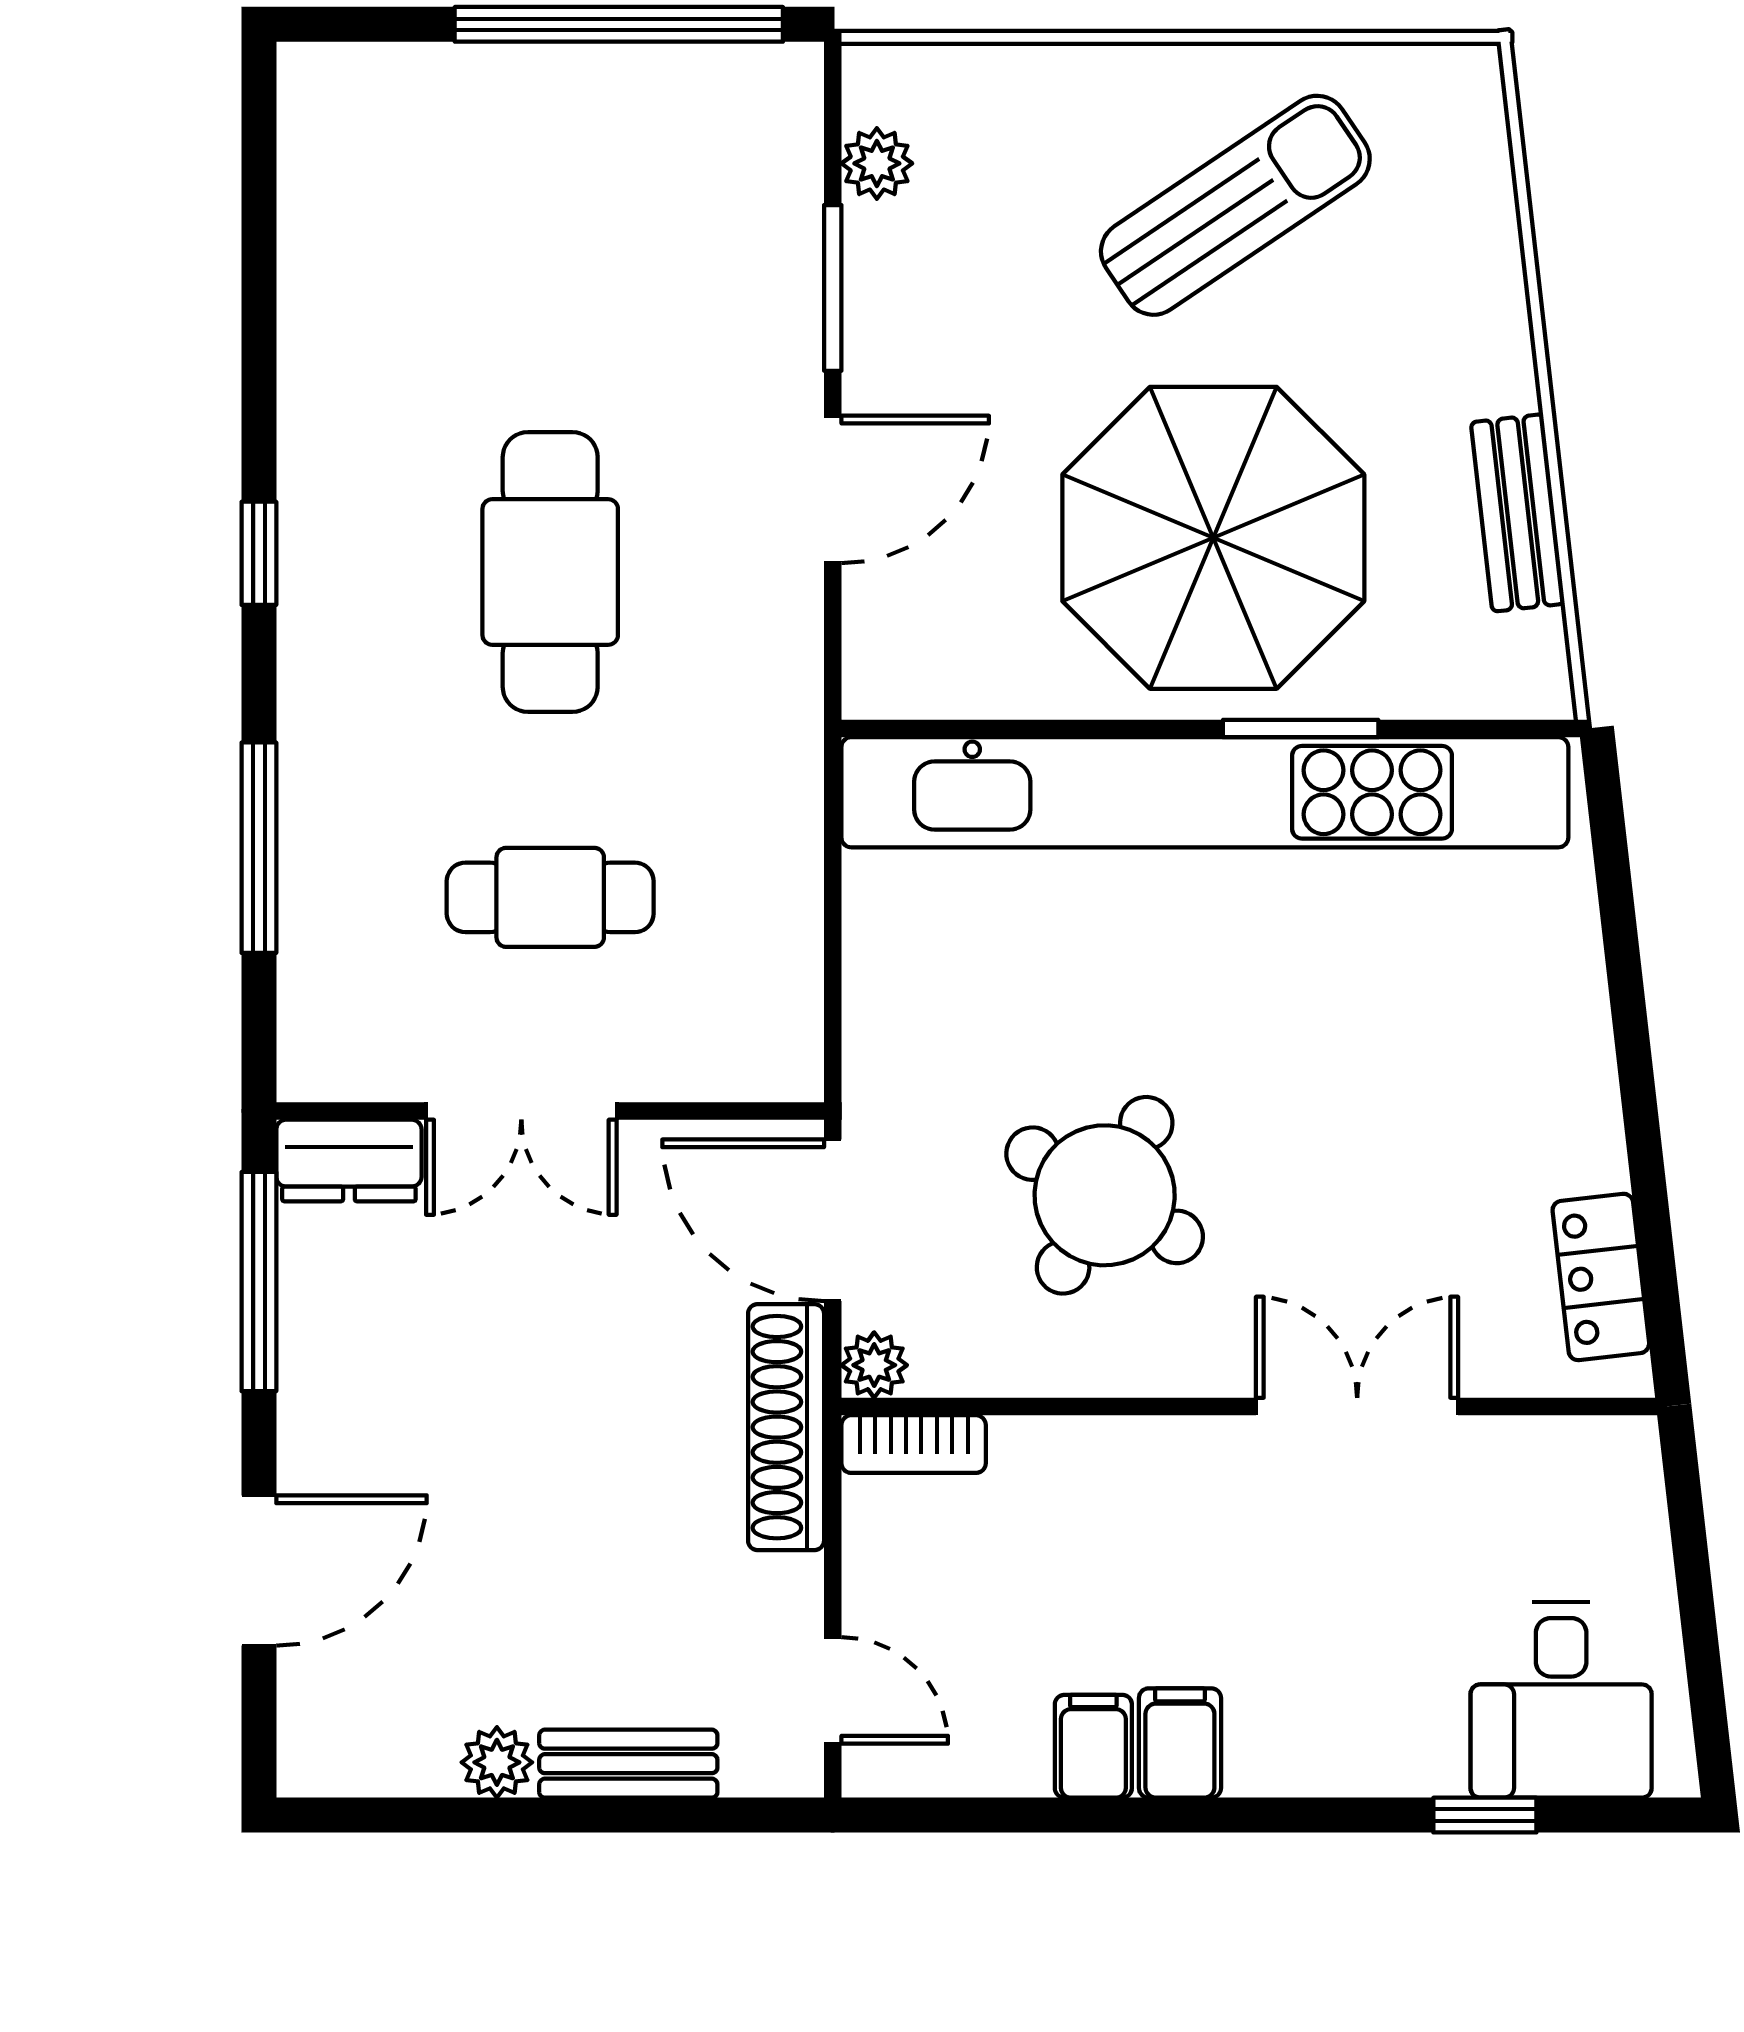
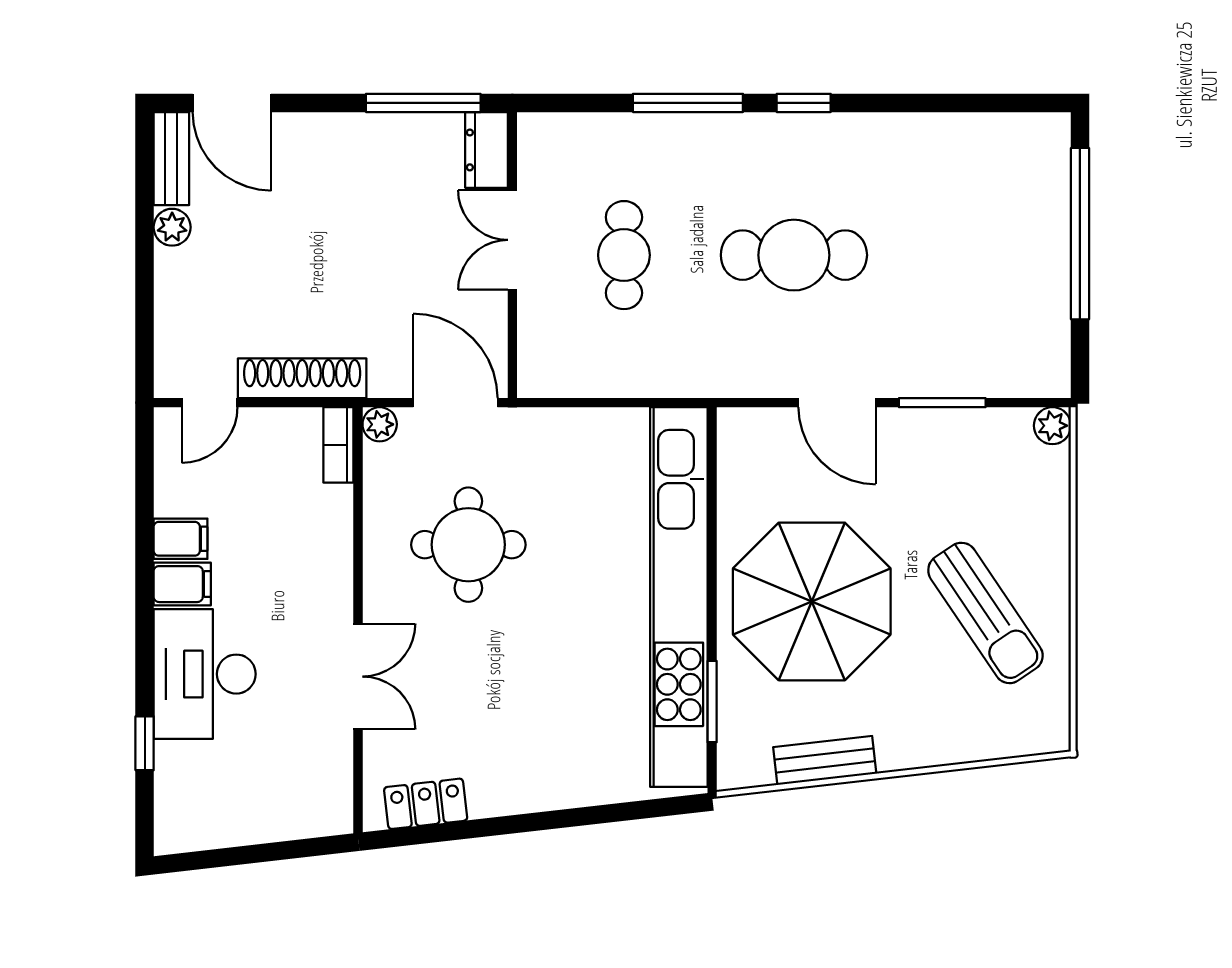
window: (619, 24) -> (1080, 234), moved
plant: (877, 163) -> (1052, 426), moved
window: (1301, 728) -> (712, 702), moved
window: (259, 848) -> (688, 103), moved
round table: (1105, 1195) -> (468, 545), turned -30
door: (833, 1220) -> (455, 403), hinge flipped
shoe rack: (786, 1427) -> (302, 378), moved
door: (259, 1571) -> (232, 103), moved
desk: (1561, 1700) -> (205, 674), moved, width x1.37
bench: (628, 1764) -> (171, 159), moved

